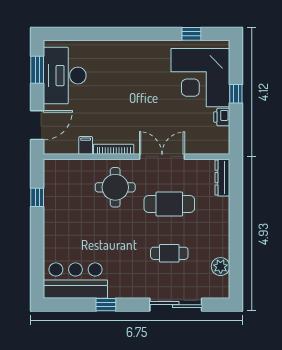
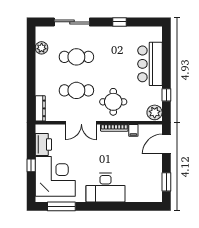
window: (191, 34) -> (61, 206), width x2.17
desk: (65, 76) -> (106, 188), moved, turned 90
printer: (222, 117) -> (43, 144), width x1.87, depth x1.48
plant: (54, 172) -> (155, 112), added
cafe table: (169, 253) -> (76, 57), width x1.37, depth x1.35
bar counter: (75, 281) -> (150, 64), moved, turned 90

